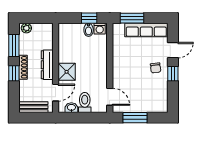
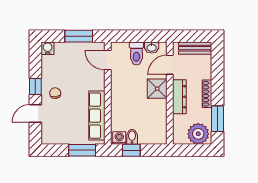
plant: (26, 28) -> (198, 134), width x1.87, depth x1.87
row of seats: (146, 30) -> (97, 116), moved, turned -90
window: (14, 73) -> (218, 87), removed
water cooler: (162, 107) -> (48, 48), added

